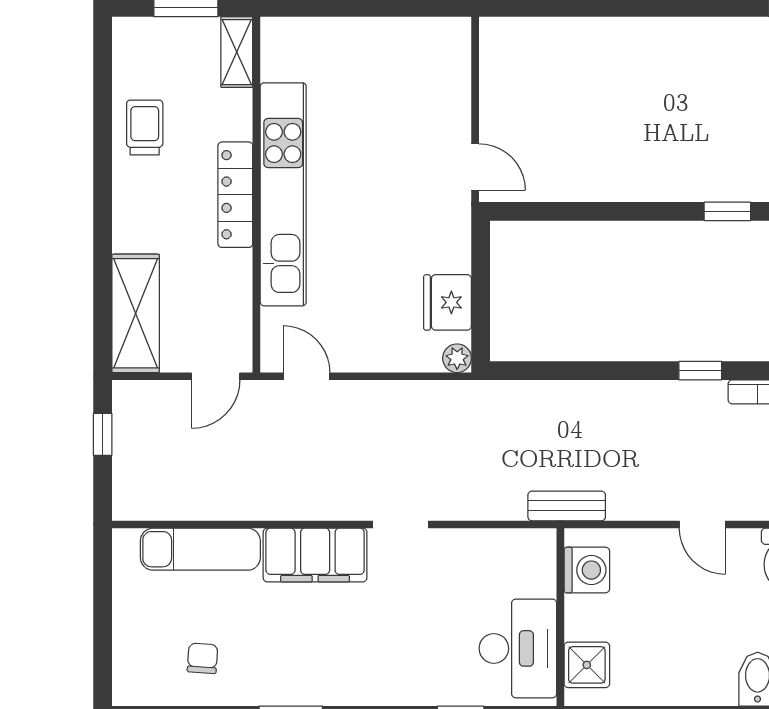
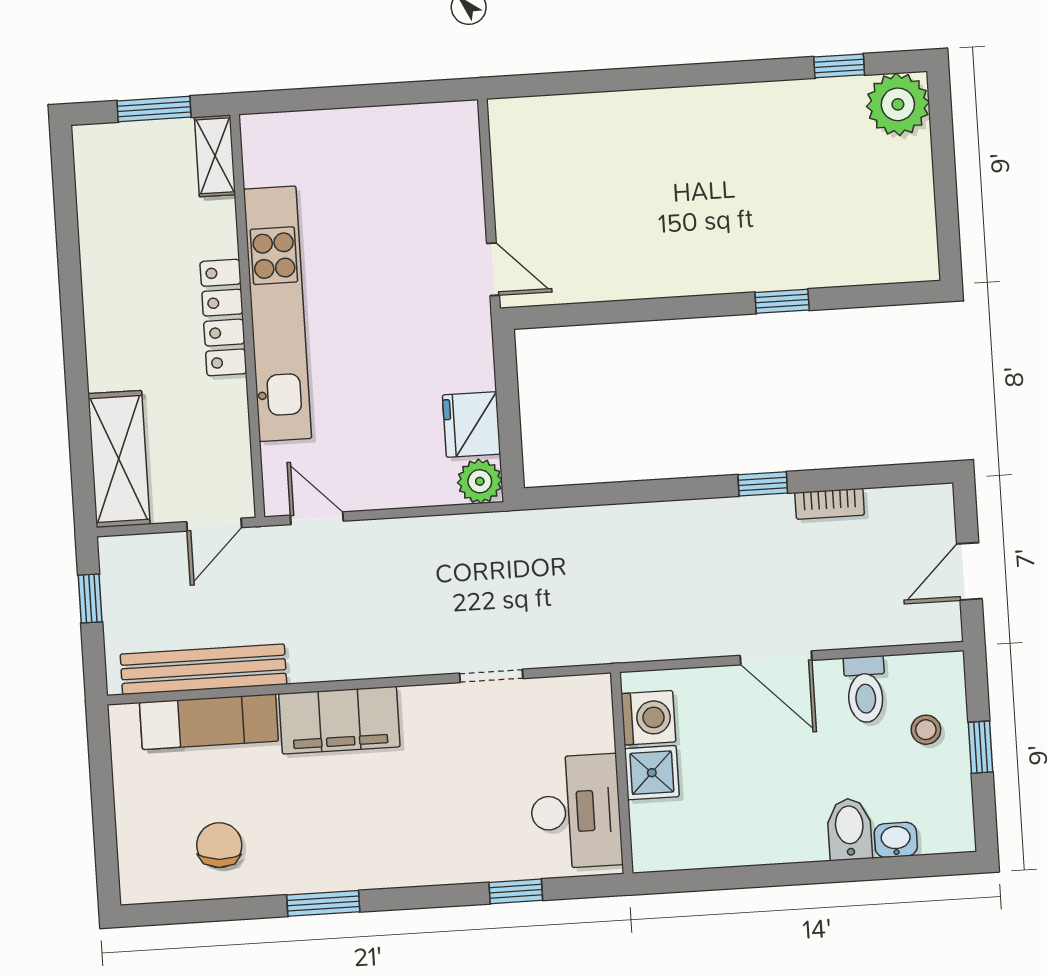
trolley: (145, 127) -> (116, 248), removed
plant: (457, 358) -> (480, 481), width x1.38, depth x1.38
bench: (567, 506) -> (203, 669), moved, width x1.86, depth x1.21
doorway: (401, 524) -> (491, 676), moved
door: (702, 524) -> (776, 658), width x1.38
chair: (203, 658) -> (219, 845), width x1.37, depth x1.37
shower: (587, 665) -> (652, 773), moved

